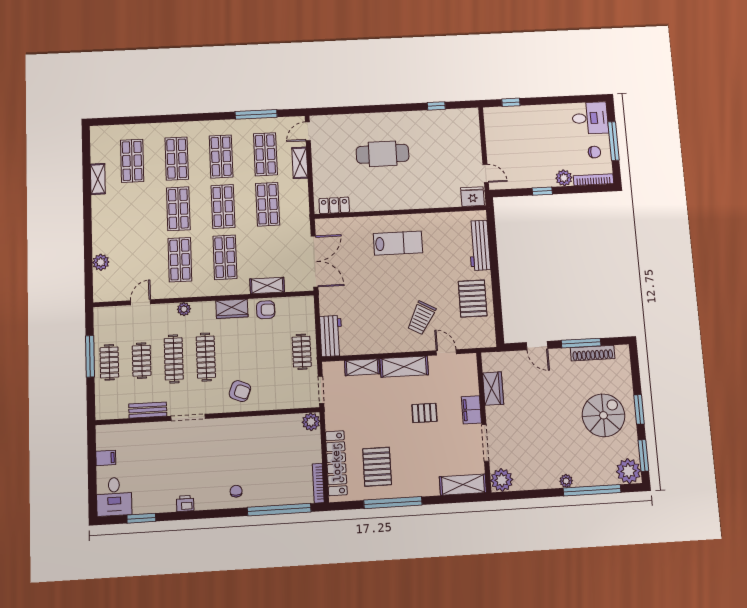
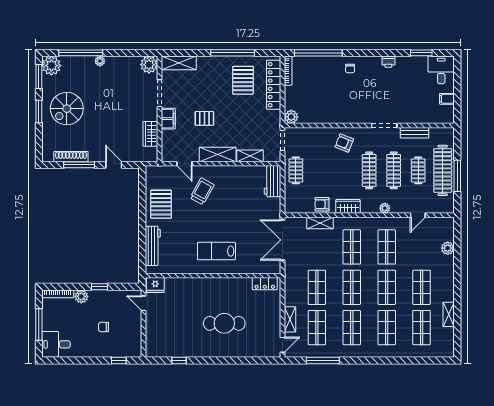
chair: (594, 152) -> (103, 327), moved
shop shelf: (133, 211) -> (422, 287), added
clothes rail: (109, 362) -> (443, 170), width x1.86, depth x1.31

